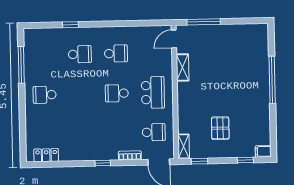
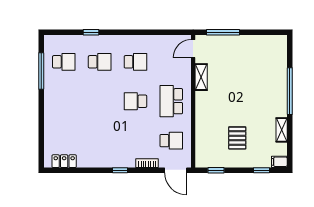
school desk: (153, 93) -> (171, 101), turned 180
school desk: (45, 95) -> (64, 62), moved, turned 180
shelving: (184, 146) -> (282, 130), moved

